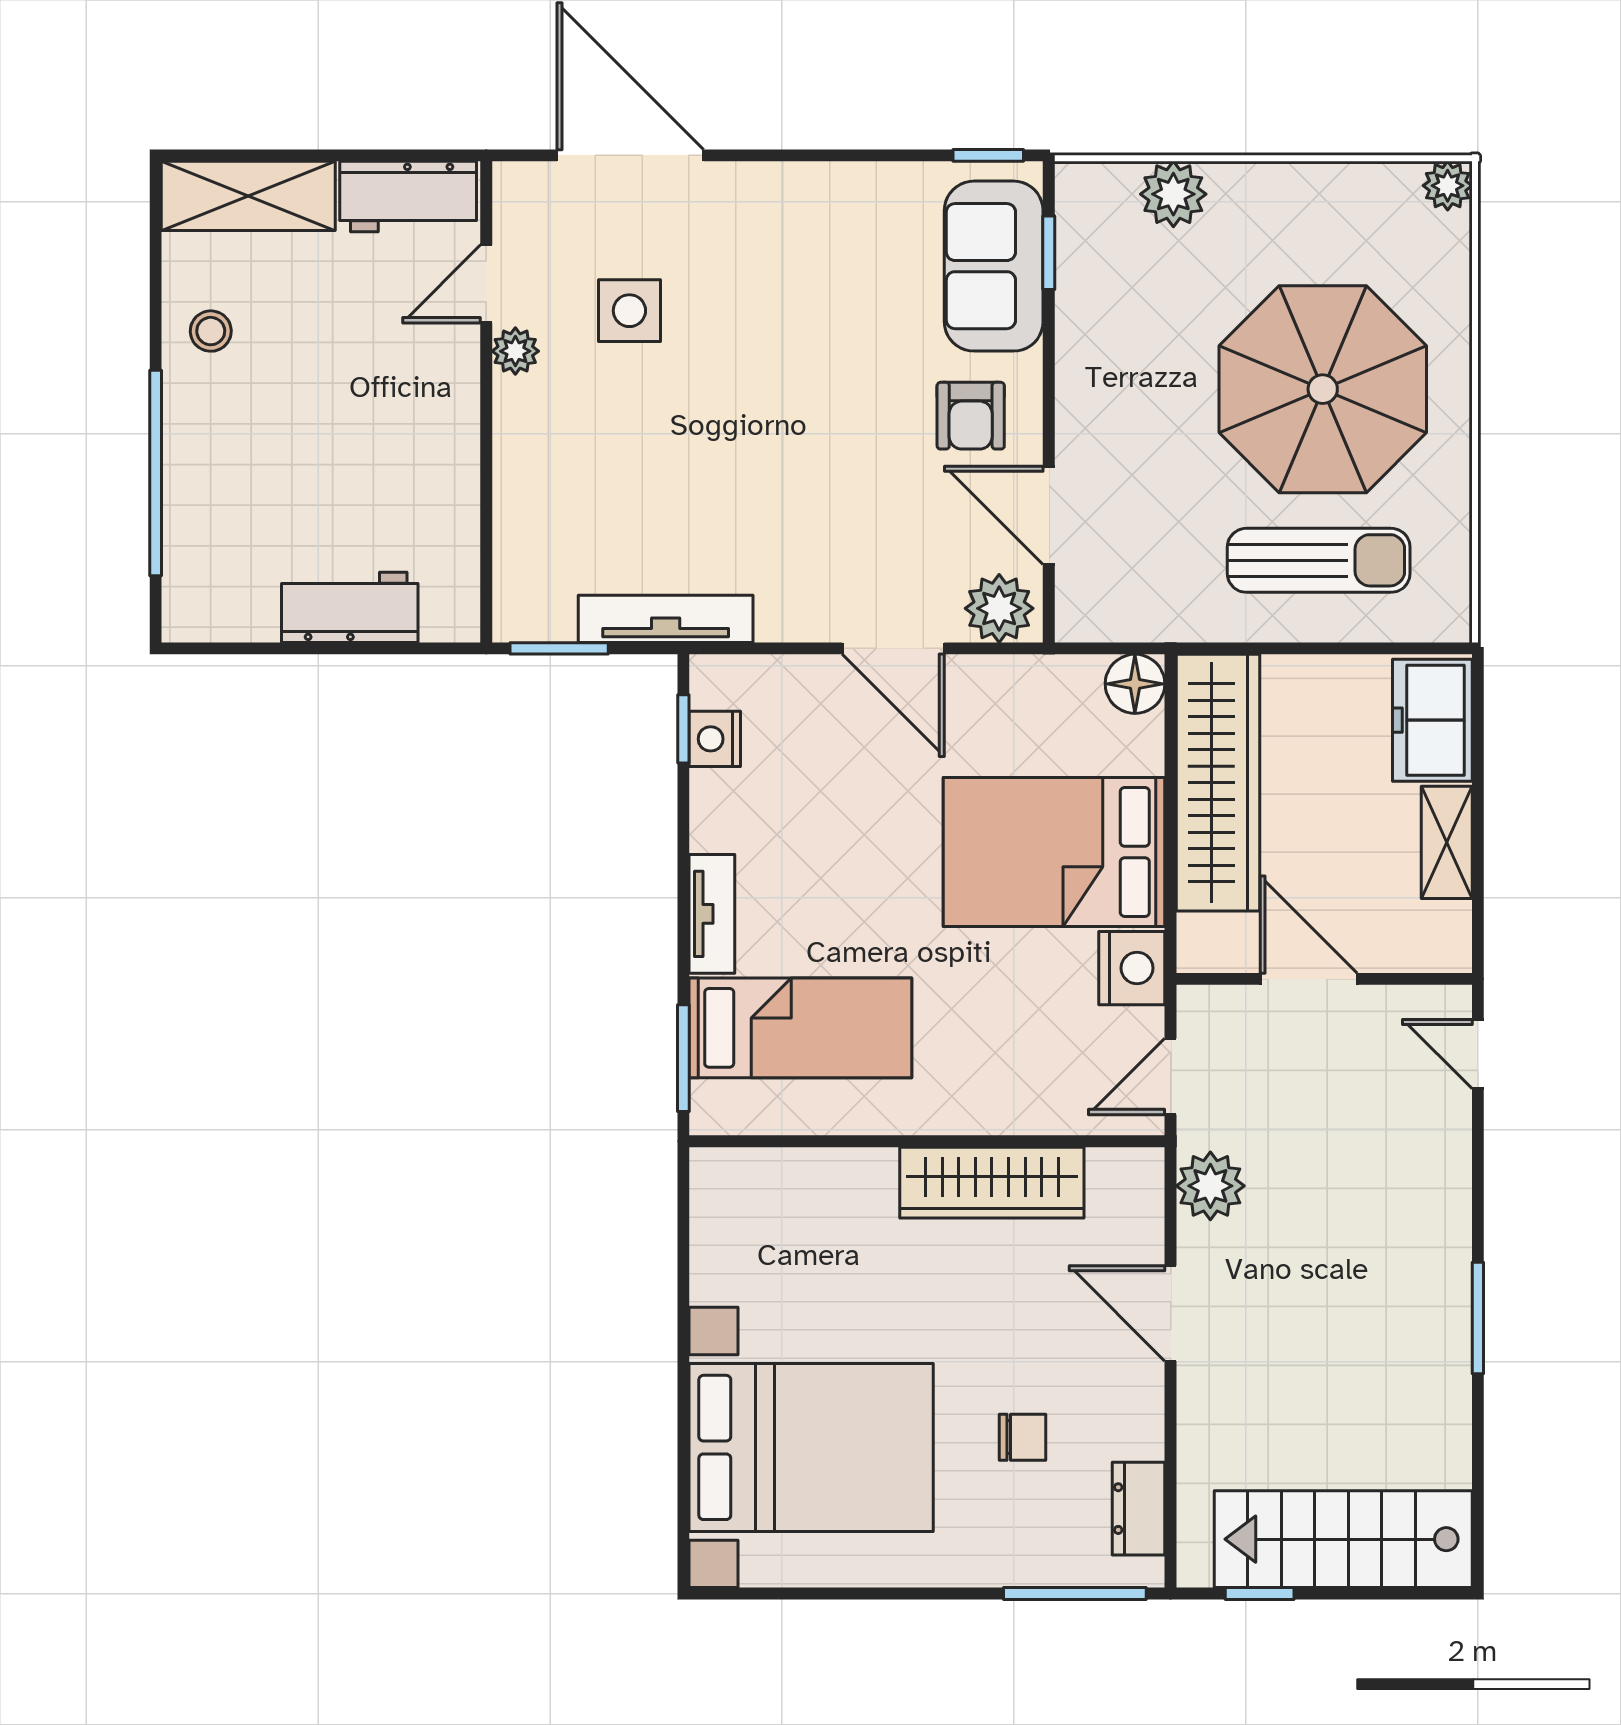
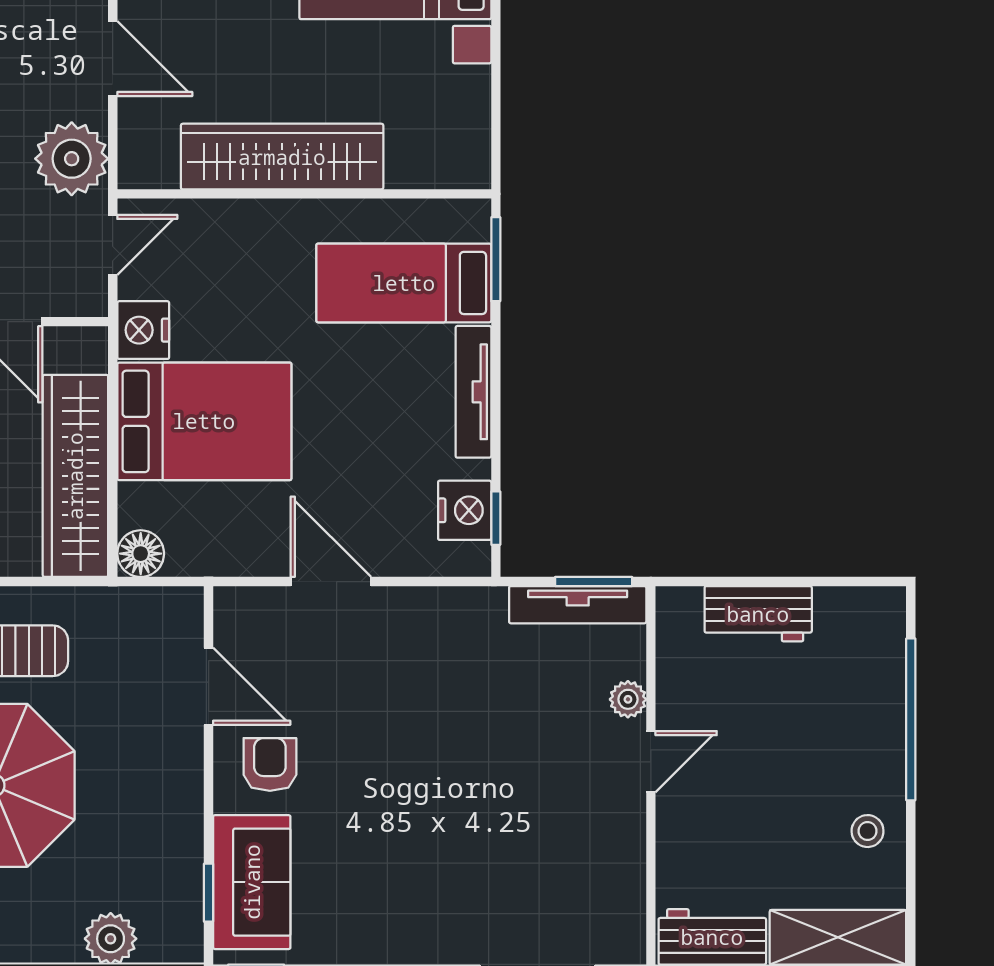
door: (486, 284) -> (651, 762), moved
side table: (629, 311) -> (538, 847), removed
plant: (515, 351) -> (628, 699), moved
plant: (999, 608) -> (248, 613), removed
tv unit: (666, 619) -> (578, 605), moved
nightstand: (715, 739) -> (465, 510), width x1.36, depth x1.33
tv unit: (712, 914) -> (473, 392), width x1.41
wardrobe: (992, 1183) -> (282, 157), width x1.40, depth x1.17
plant: (1210, 1186) -> (72, 159), width x1.36, depth x1.36

